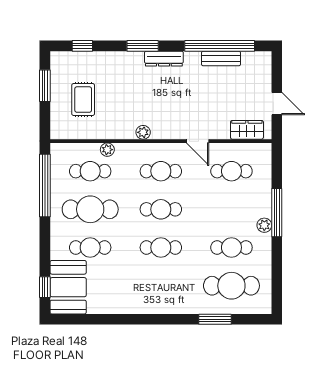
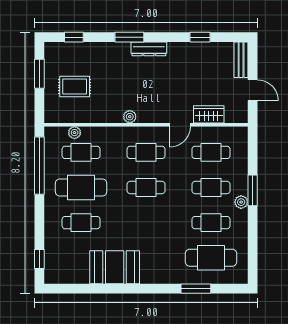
window: (220, 46) -> (200, 37), width x0.32
bench: (221, 58) -> (241, 60), moved, turned 90
rug: (83, 100) -> (75, 87), turned 90
wardrobe: (247, 130) -> (209, 114), moved
door: (198, 141) -> (180, 125), hinge flipped
plant: (107, 150) -> (75, 133), moved
window: (277, 213) -> (253, 190), width x0.69
cafe table: (161, 247) -> (211, 187), moved
booth: (68, 287) -> (115, 267), moved, turned 90

